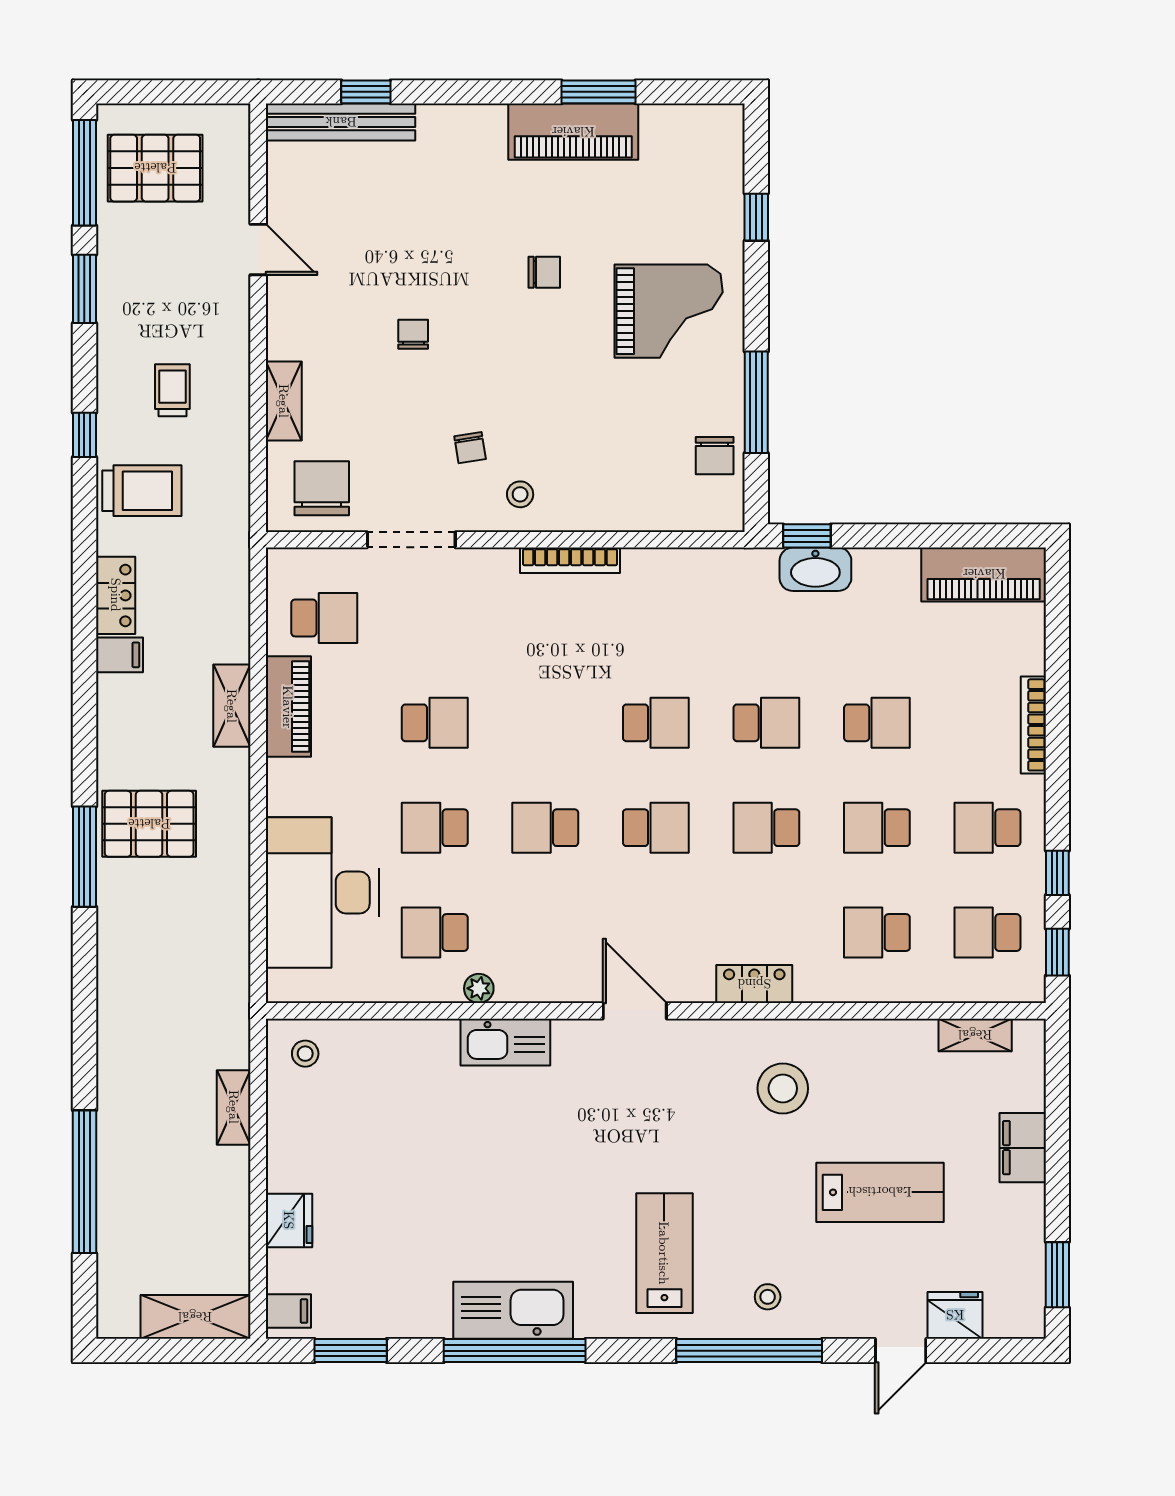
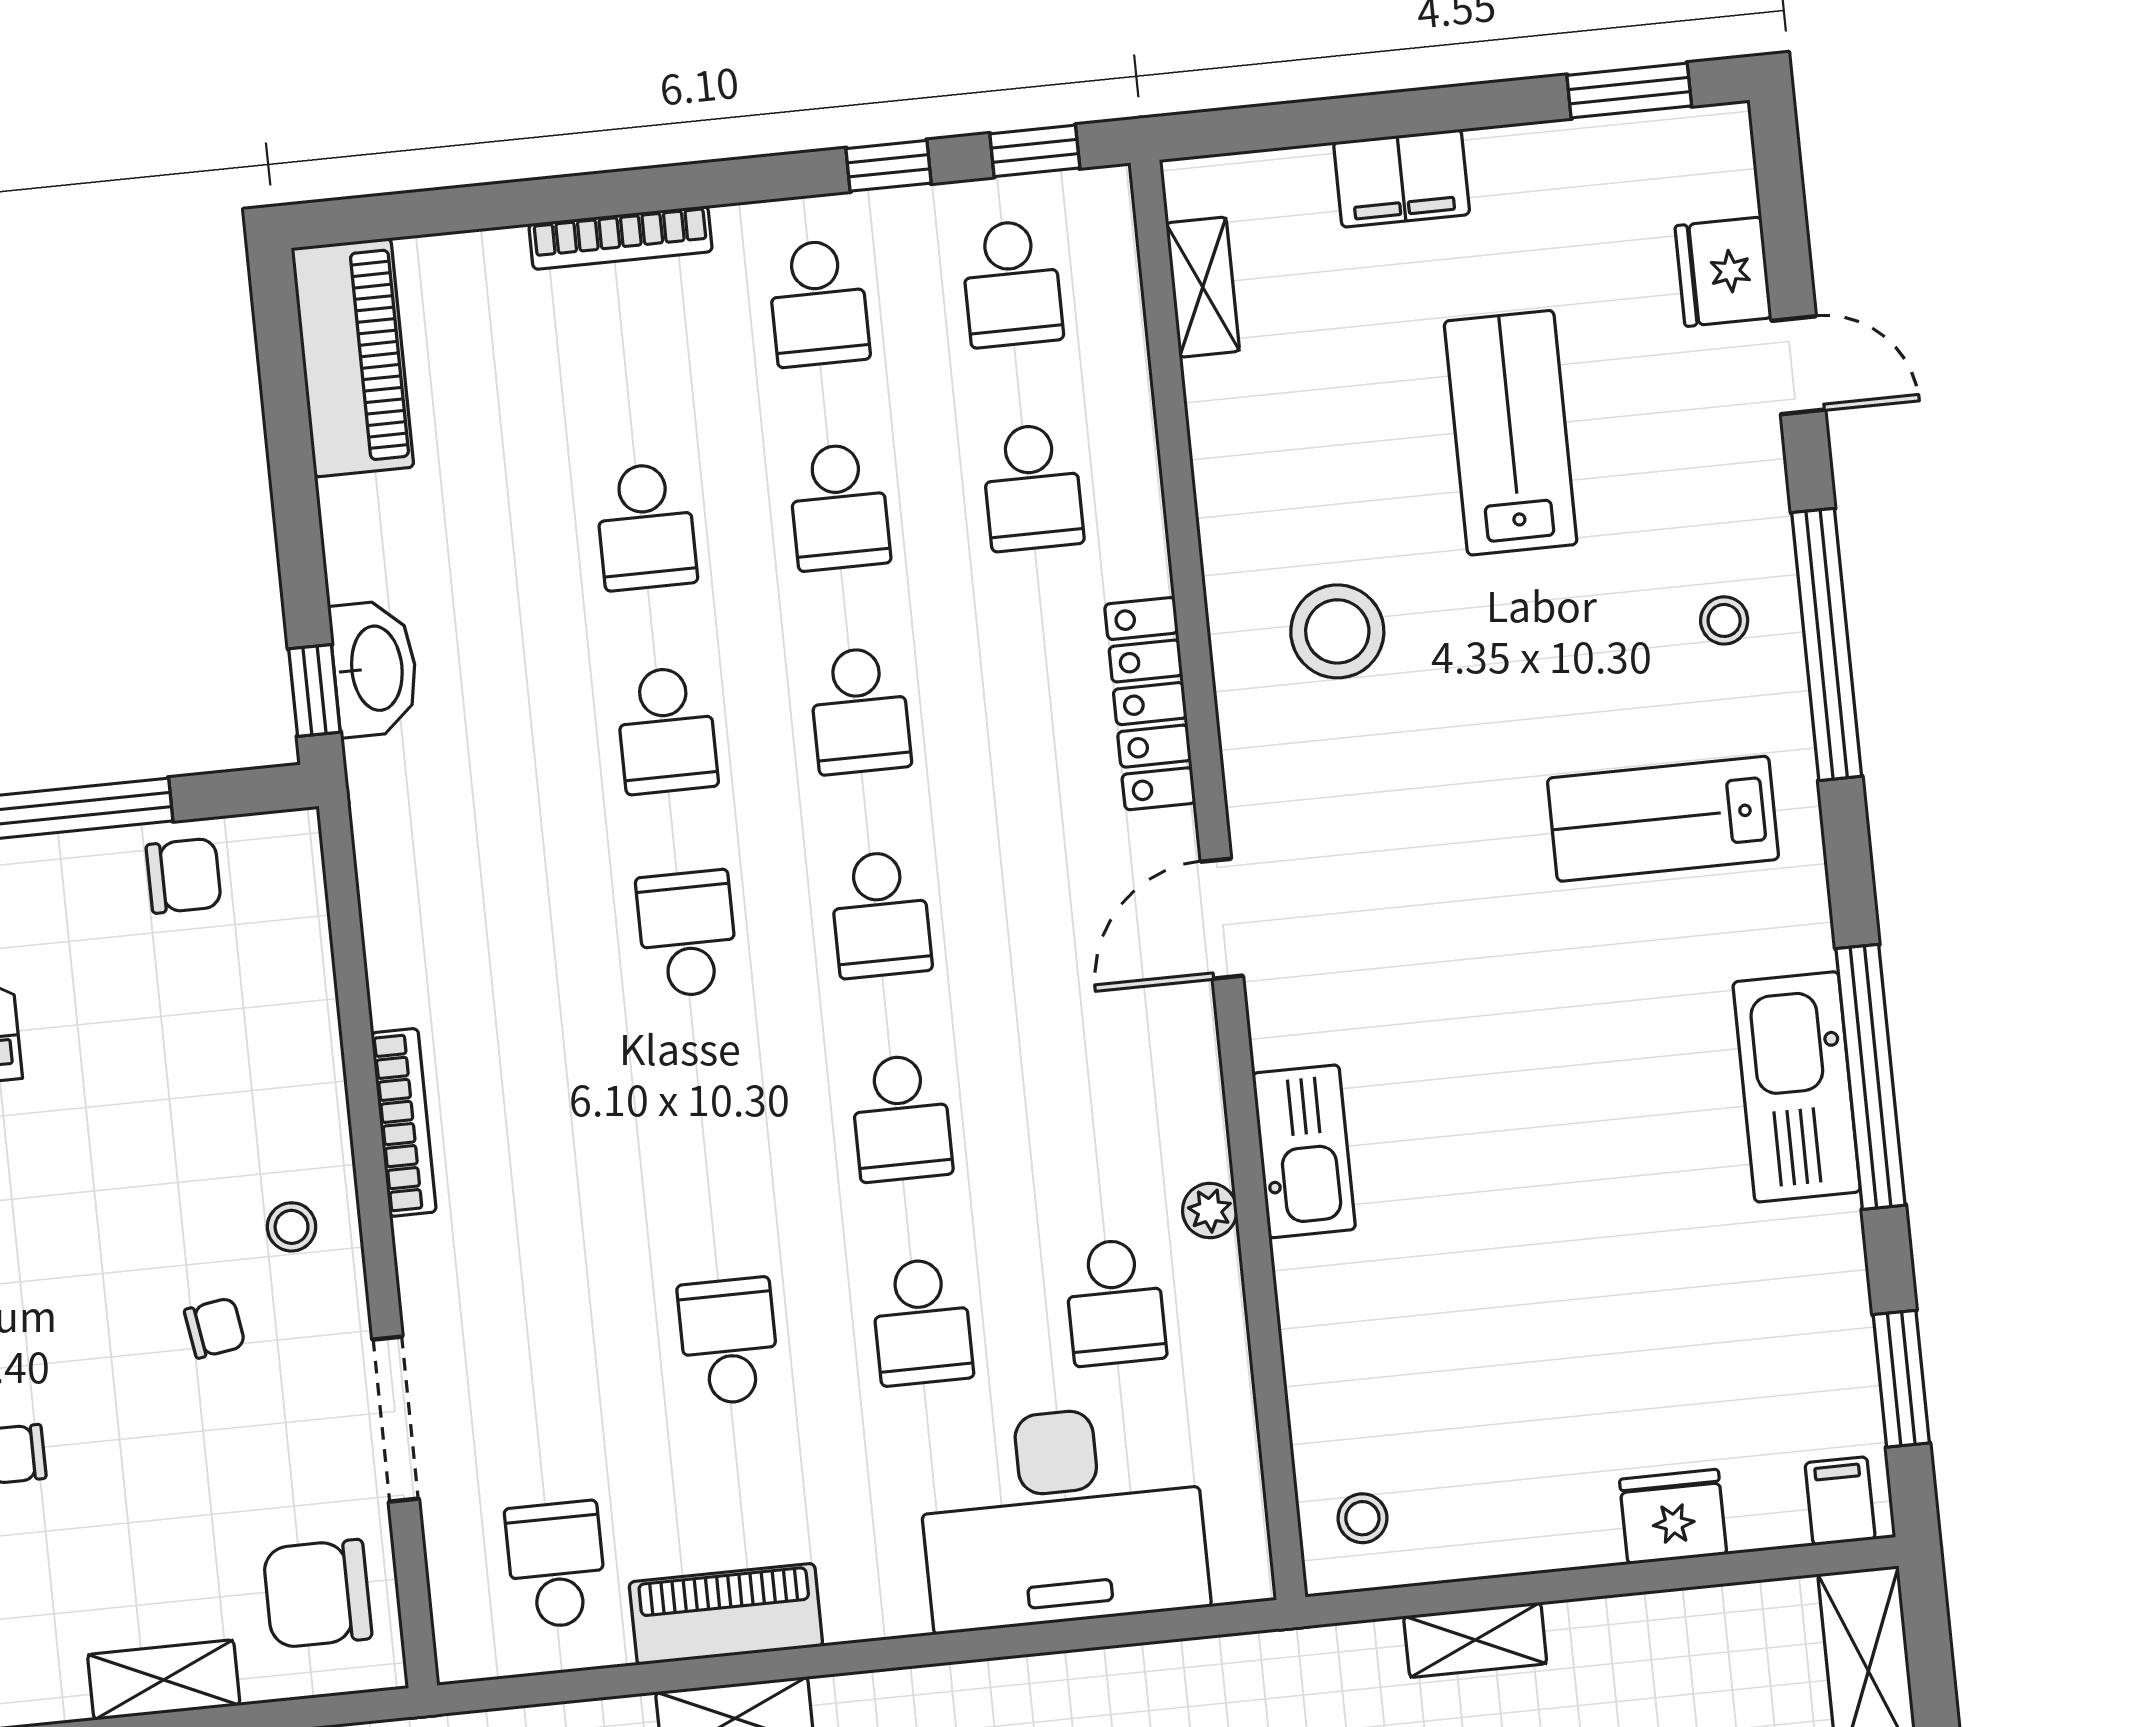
school desk: (766, 723) -> (667, 730), turned 180
school desk: (877, 723) -> (646, 526), turned 180
school desk: (656, 828) -> (881, 914), turned 180
locker: (754, 984) -> (1150, 704), width x1.53

